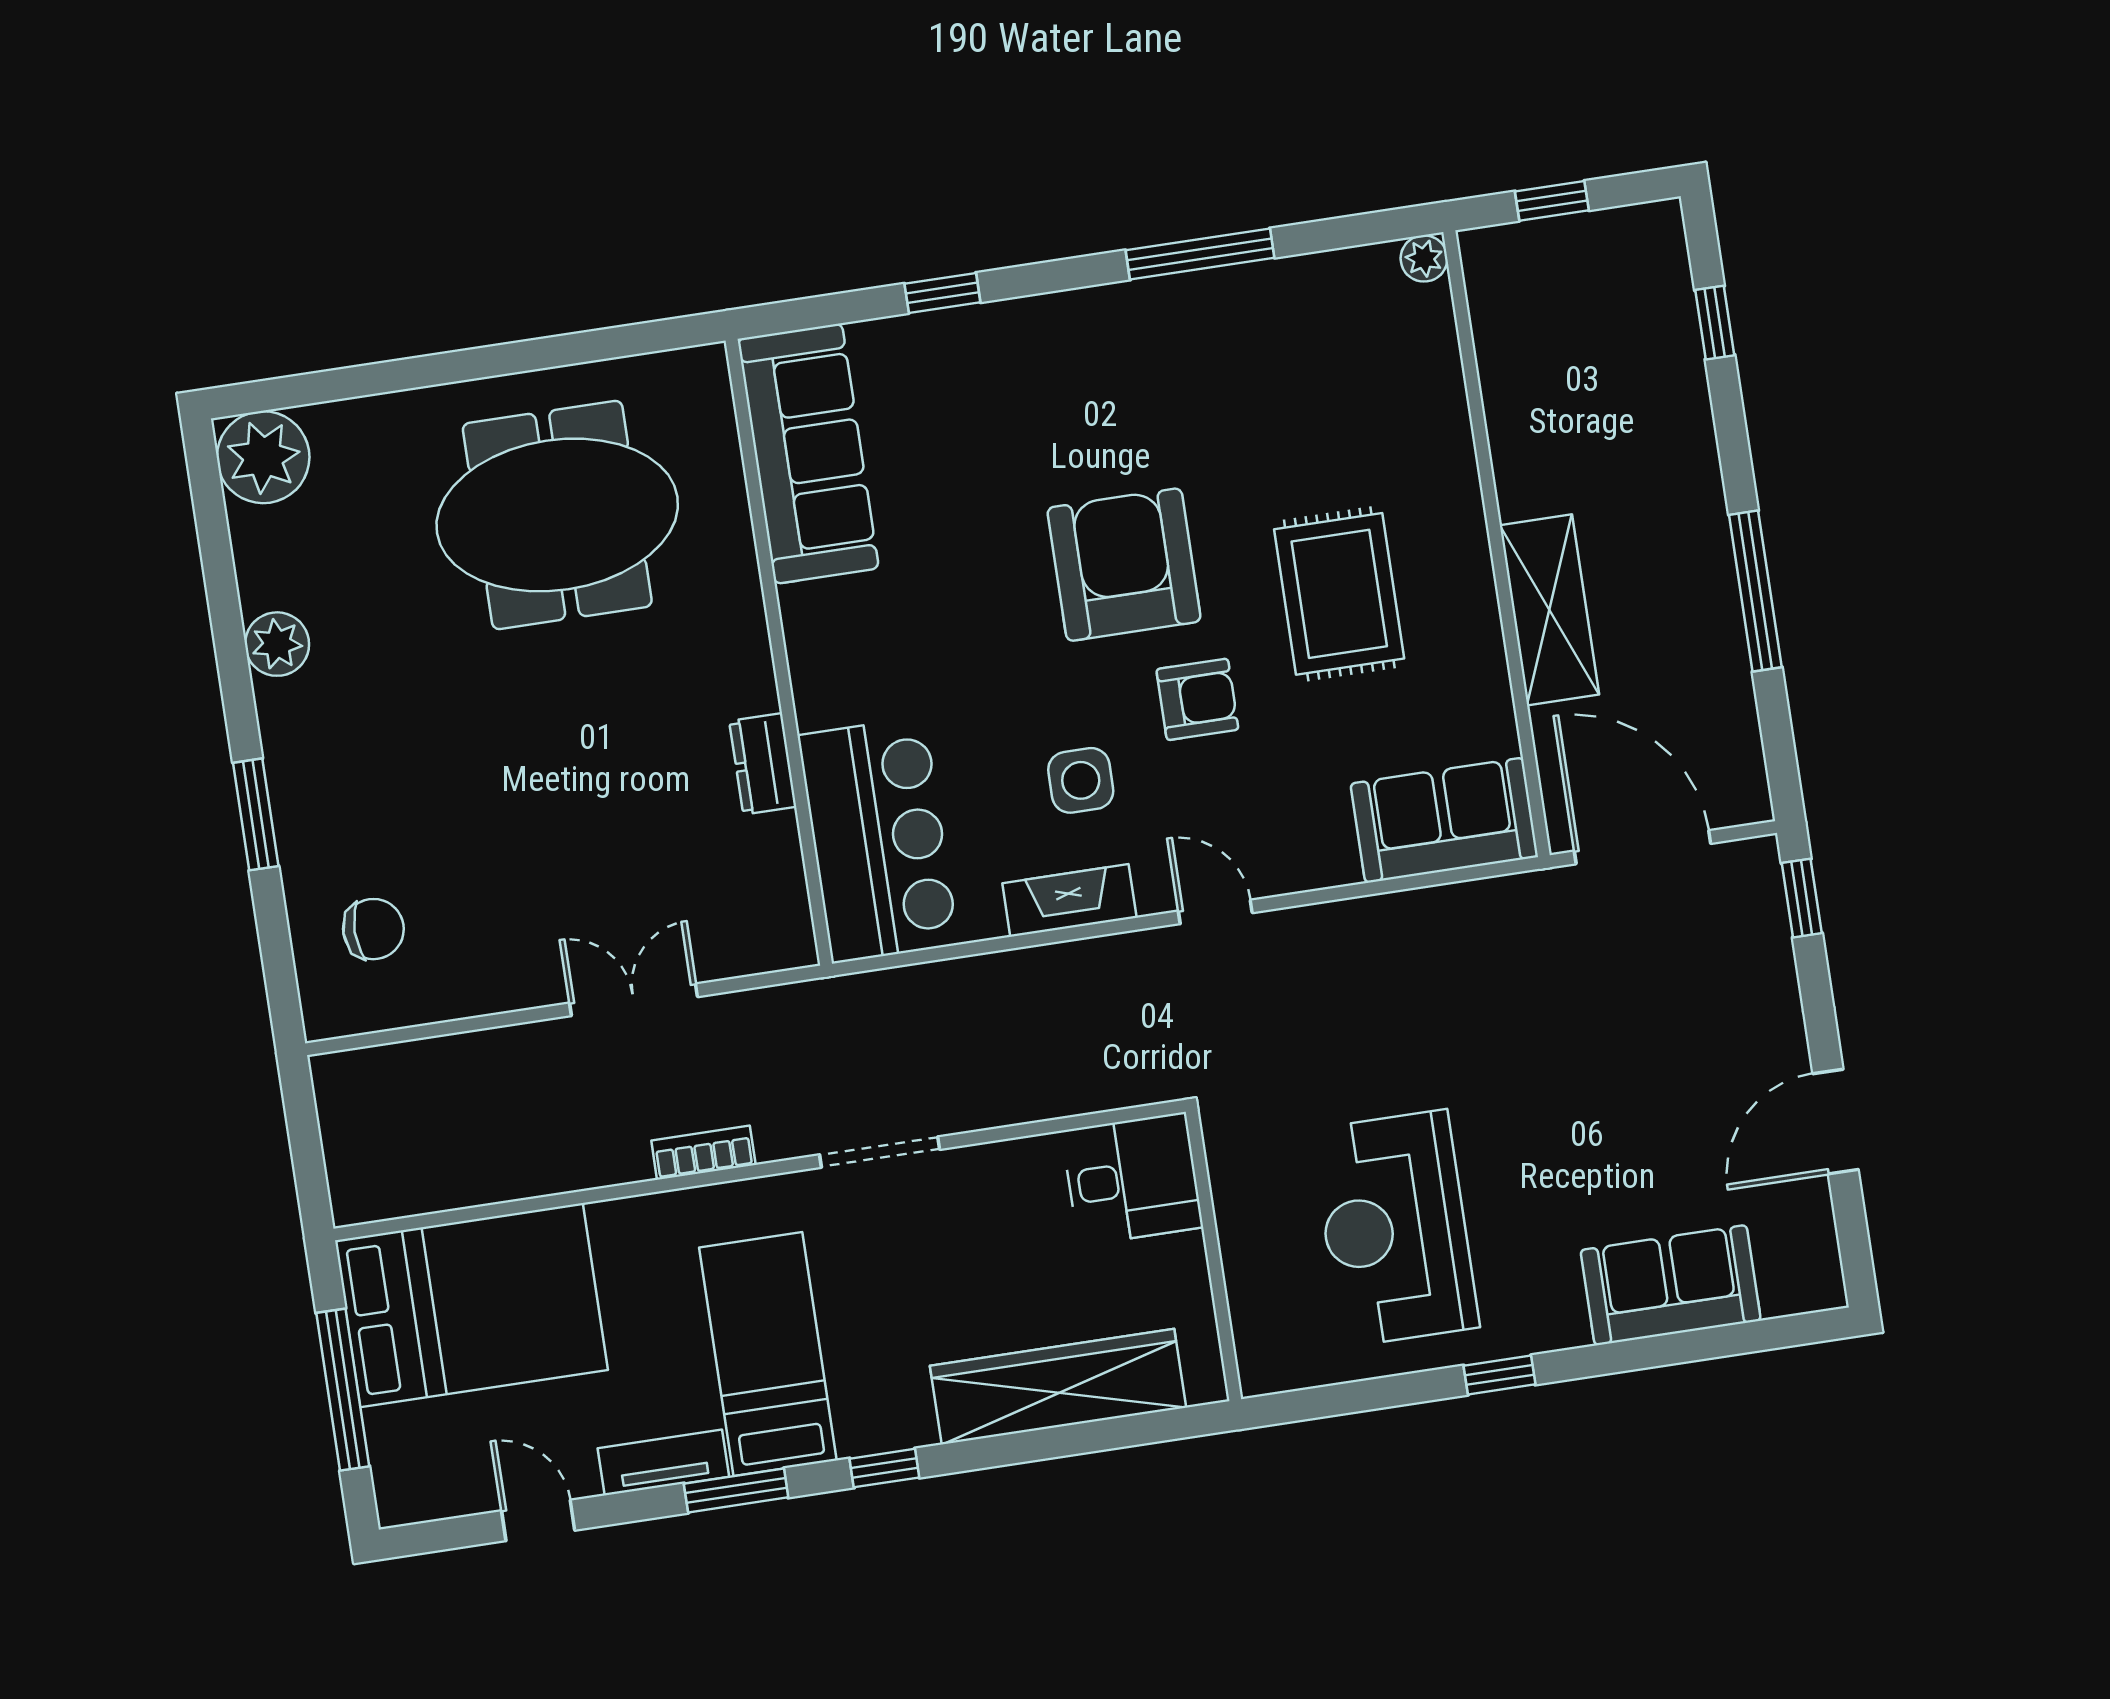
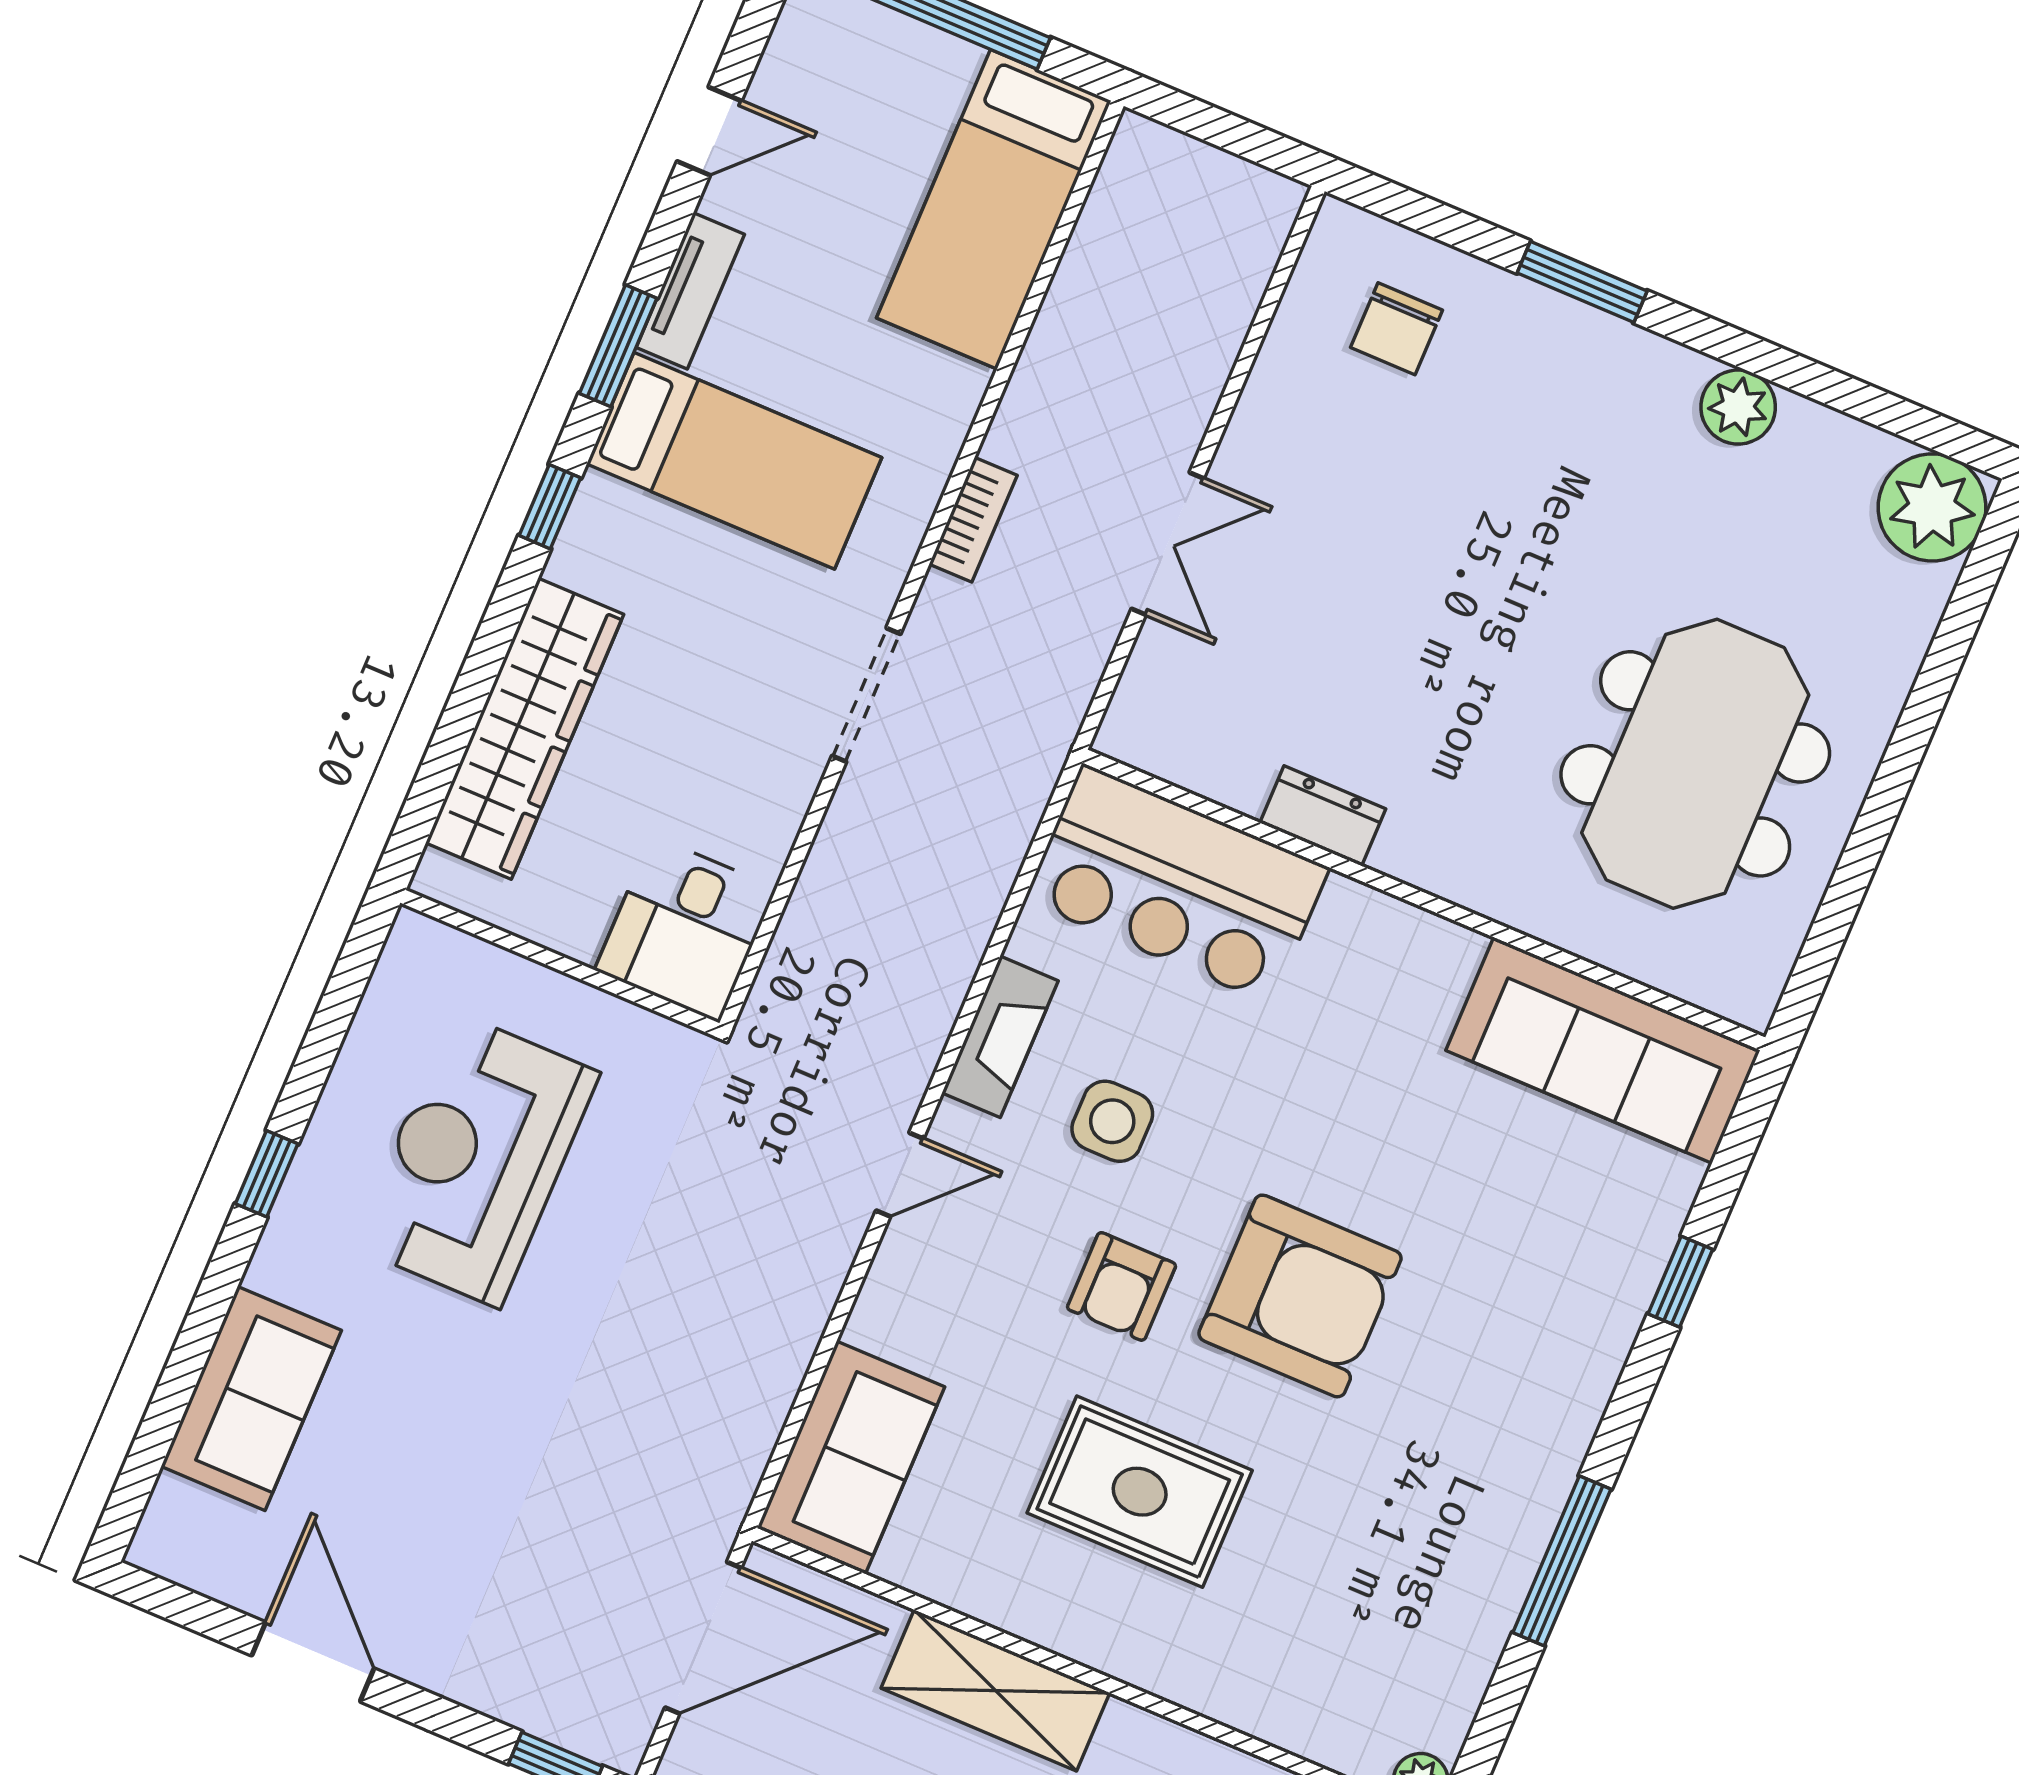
reception desk: (1395, 1228) -> (476, 1160), turned -90
bed: (471, 1305) -> (994, 209), width x0.67

